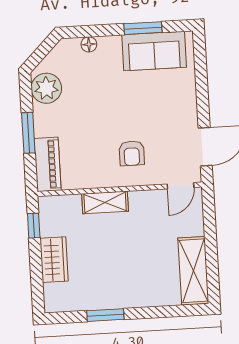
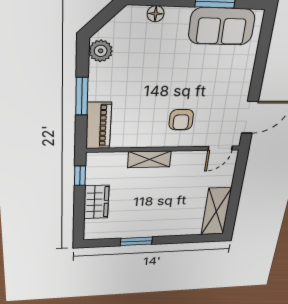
plant: (46, 88) -> (101, 51), width x0.73, depth x0.73

